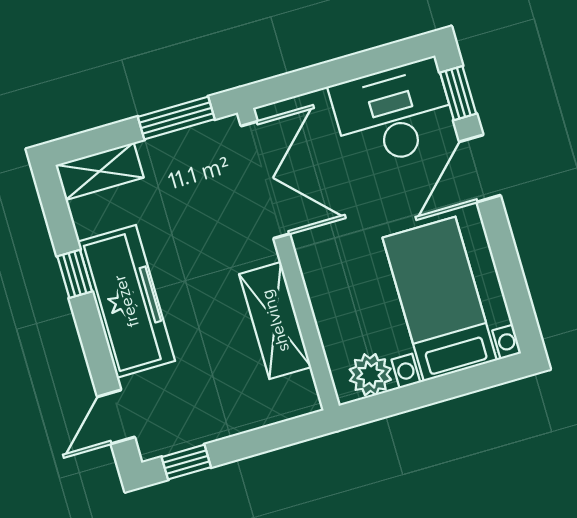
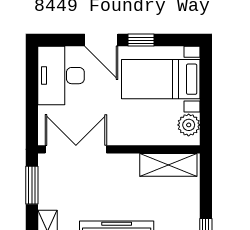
window: (458, 93) -> (141, 40), moved
shelving: (275, 321) -> (168, 165), moved

